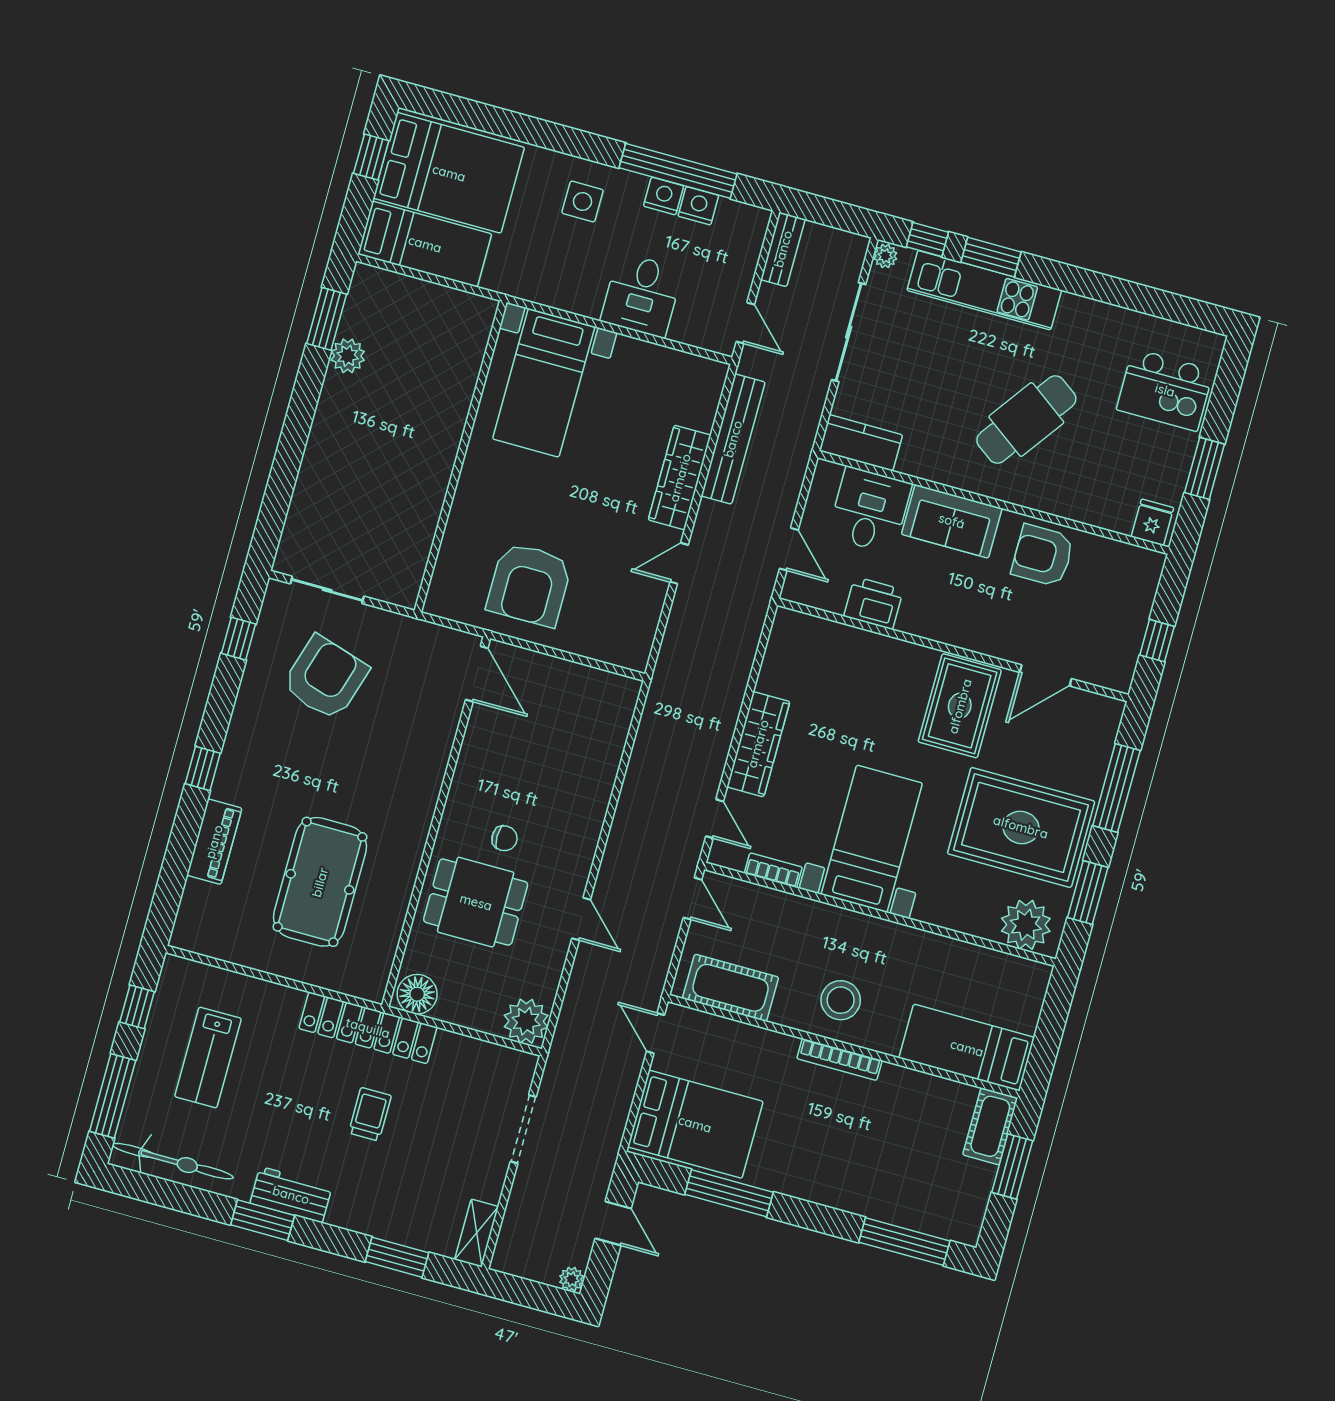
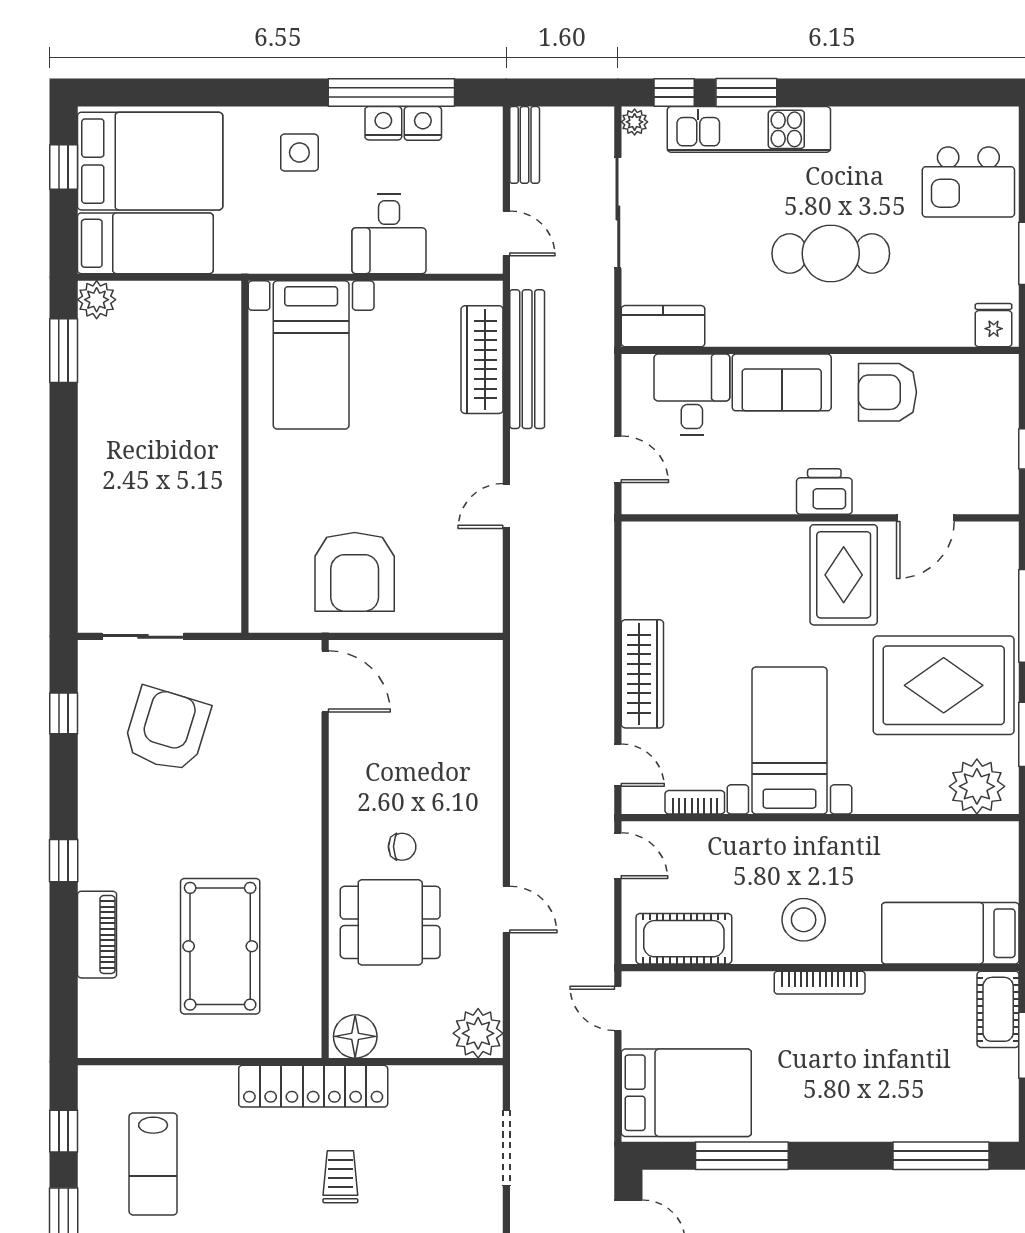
plant: (348, 356) -> (97, 300), moved
cafe table: (1026, 420) -> (831, 253), turned 54
wardrobe: (680, 478) -> (482, 360), moved
printer: (874, 603) -> (824, 491), moved

